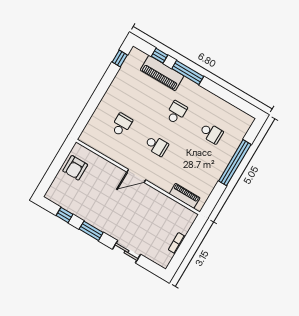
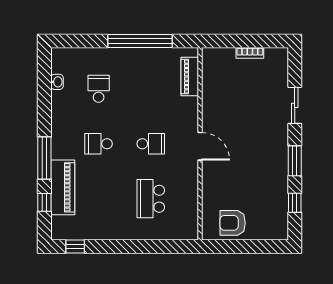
washbasin: (231, 109) -> (57, 82), added
school desk: (122, 125) -> (151, 199), width x1.85
school desk: (157, 146) -> (151, 144), turned 90
window: (235, 163) -> (140, 41), moved
armchair: (75, 168) -> (233, 223), turned 180

